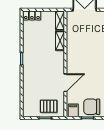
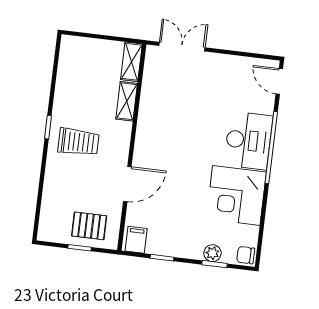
locker: (32, 15) -> (78, 45), removed
trolley: (38, 64) -> (78, 142), added
chair: (92, 107) -> (173, 237), removed

